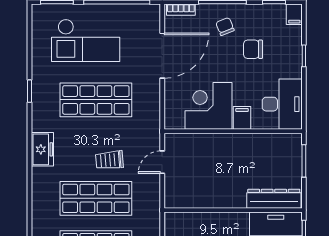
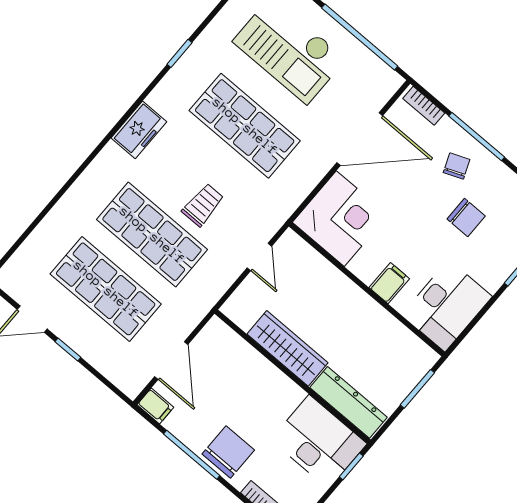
chair: (253, 49) -> (466, 217), turned 180
corner desk: (208, 106) -> (340, 219), moved, turned 90
trolley: (109, 160) -> (203, 205), turned 95
door: (162, 162) -> (259, 257), swing flipped
wardrobe: (218, 198) -> (287, 348), added

